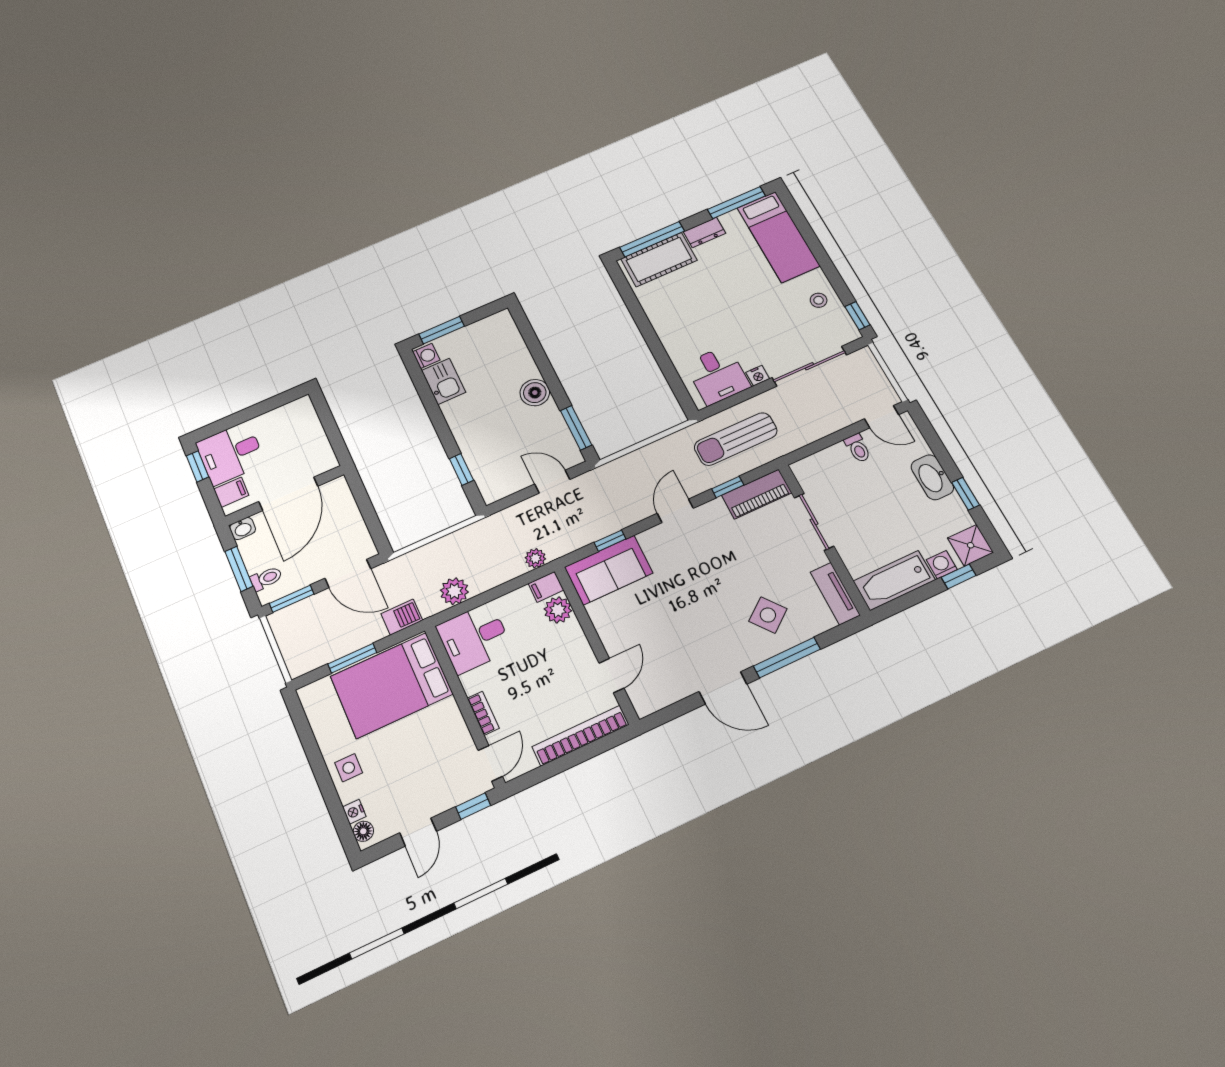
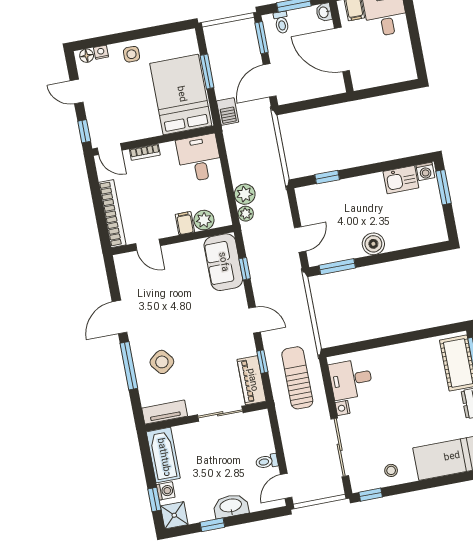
filing cabinet: (546, 587) -> (185, 223), moved
plant: (454, 591) -> (245, 194), moved

